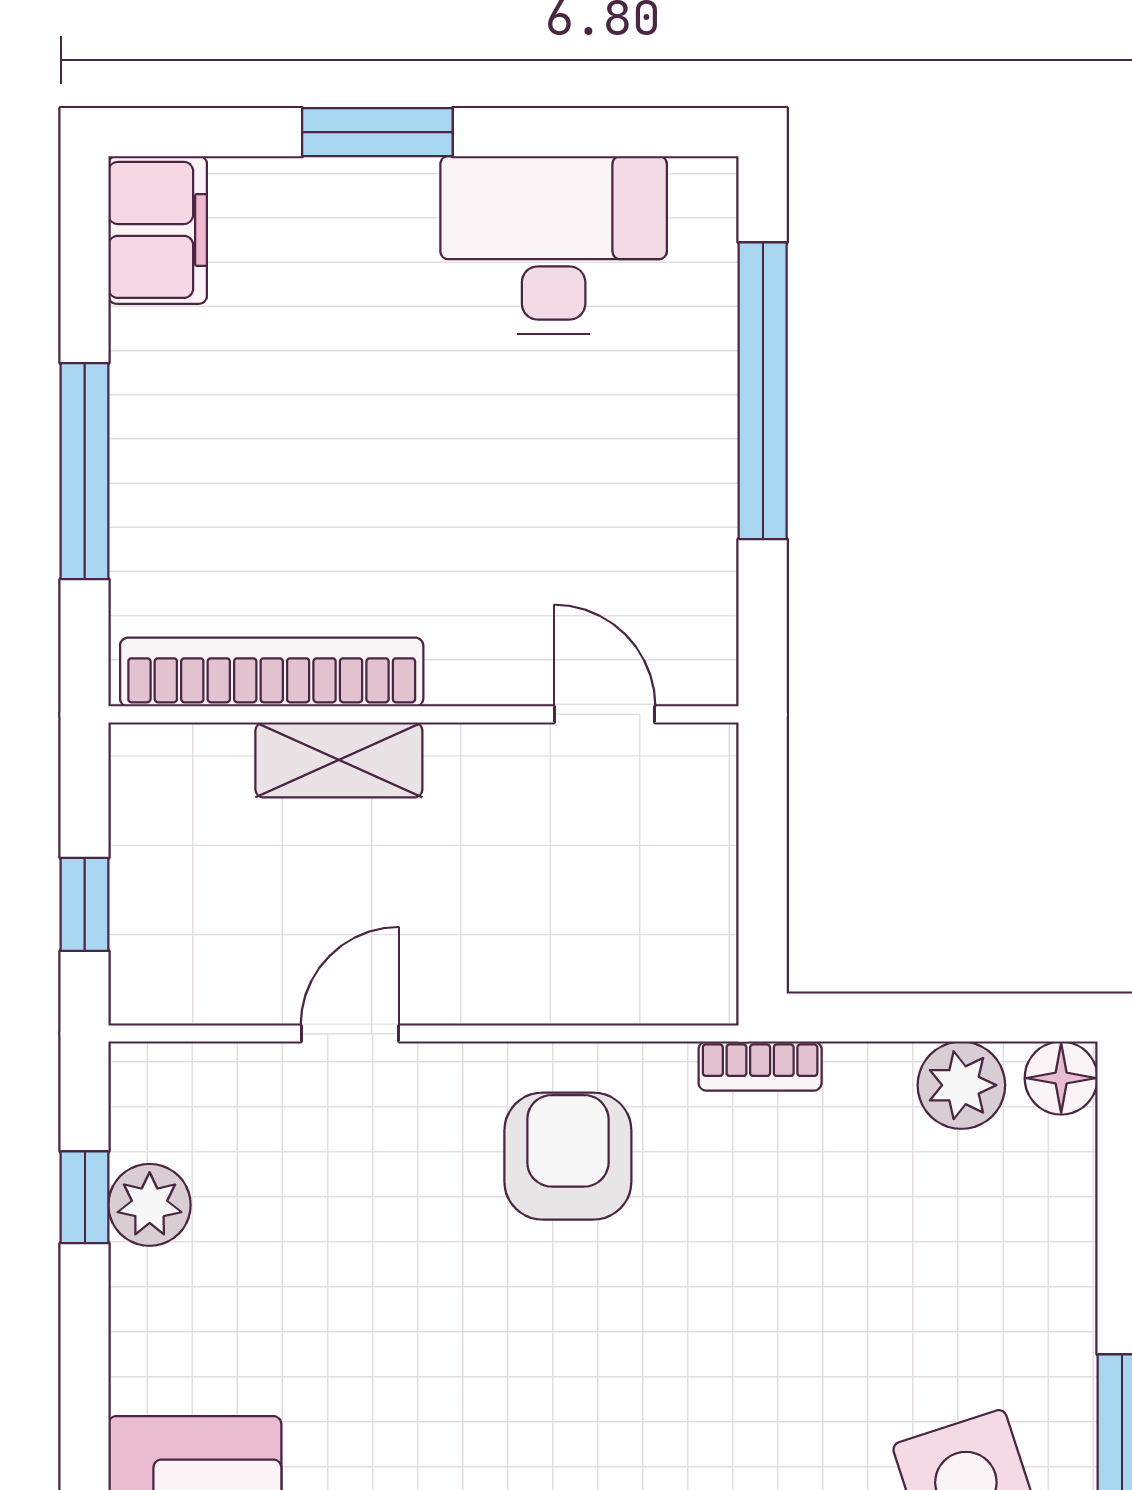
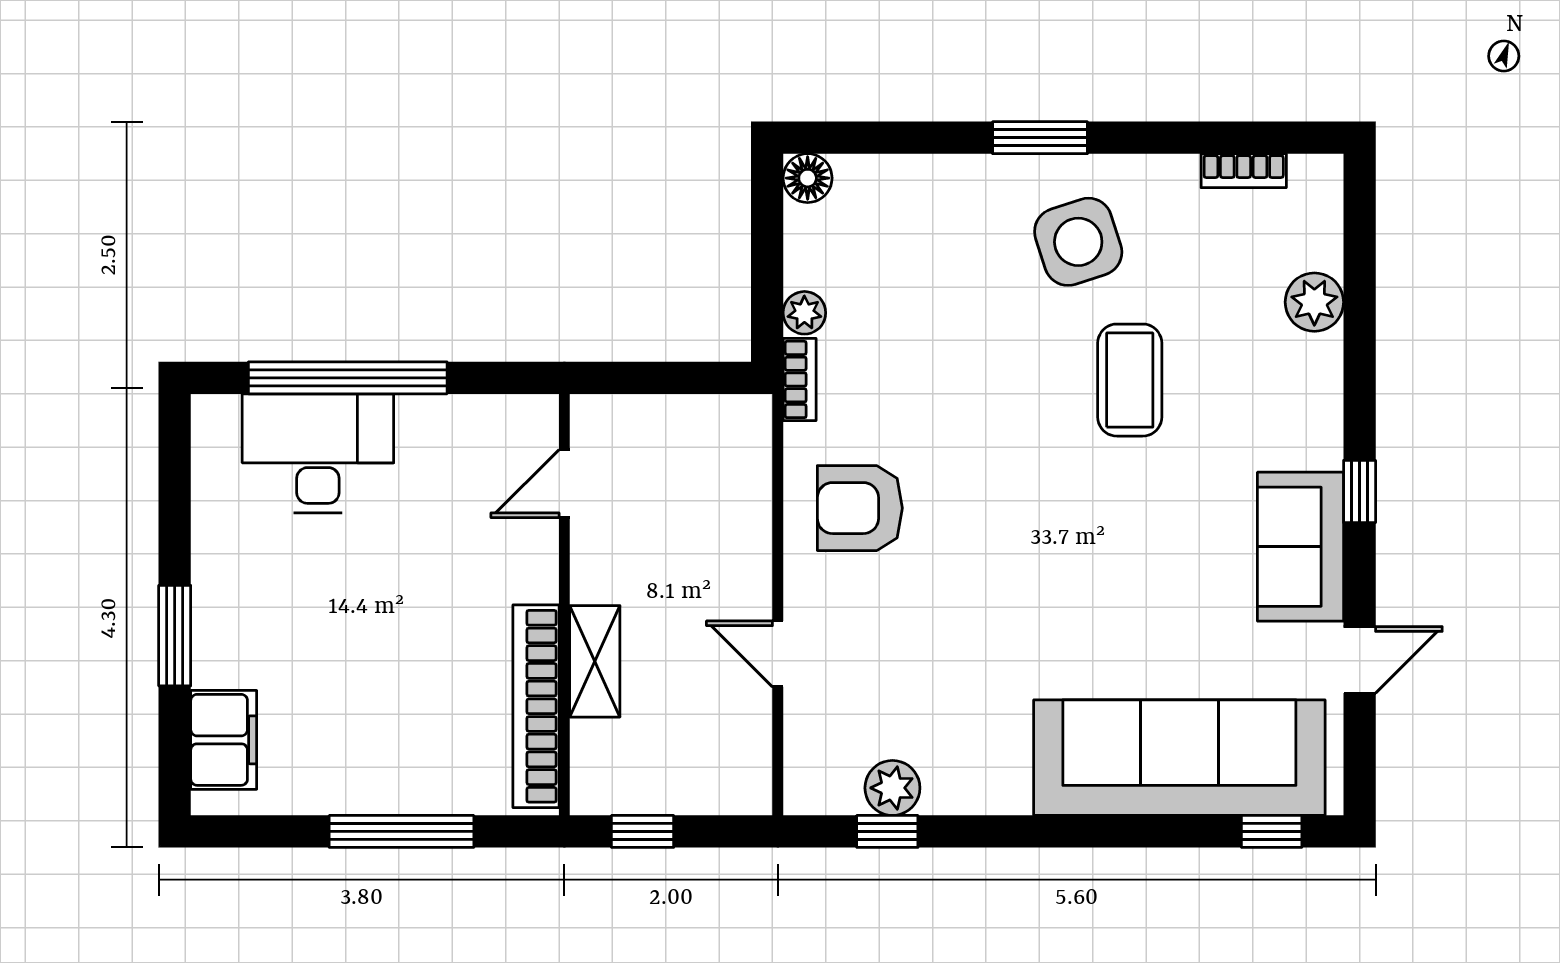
filing cabinet: (158, 230) -> (224, 740), moved, turned 90
desk: (554, 245) -> (318, 453), moved, turned 90
window: (85, 904) -> (643, 831), moved
plant: (961, 1085) -> (804, 313), moved, width x0.73, depth x0.73

